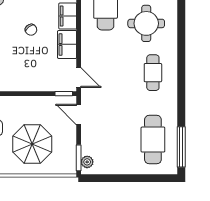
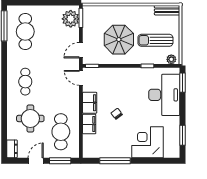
door: (79, 114) -> (81, 50), swing flipped
parasol: (32, 144) -> (119, 40), moved
plant: (87, 162) -> (71, 19), width x1.88, depth x1.88

